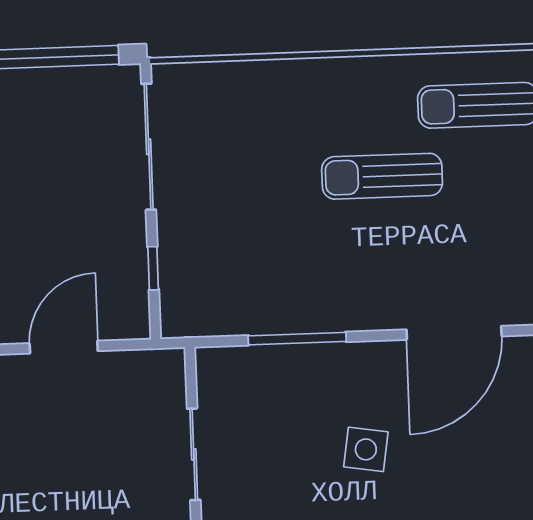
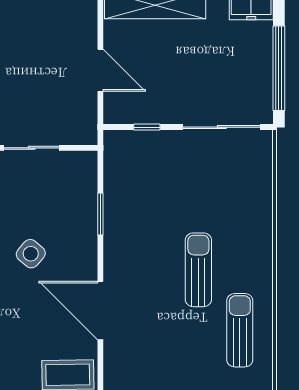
window: (297, 339) -> (100, 214), width x0.69
side table: (366, 449) -> (31, 254), turned 32

